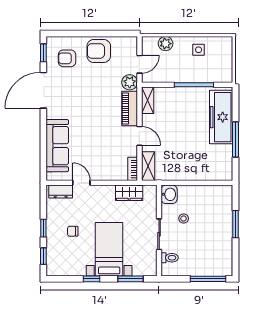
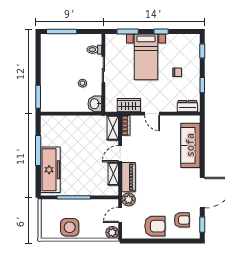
plant: (166, 44) -> (112, 233), moved
side table: (199, 50) -> (70, 227), width x1.87, depth x1.87
shelving: (148, 100) -> (113, 174), moved
door: (139, 136) -> (120, 154), hinge flipped
door: (81, 183) -> (152, 114), moved
window: (235, 224) -> (38, 97), moved
window: (43, 228) -> (202, 85), moved

